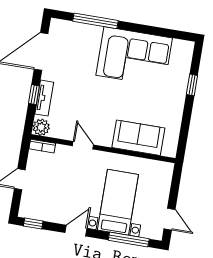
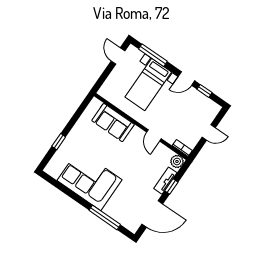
window: (33, 224) -> (205, 91), moved

